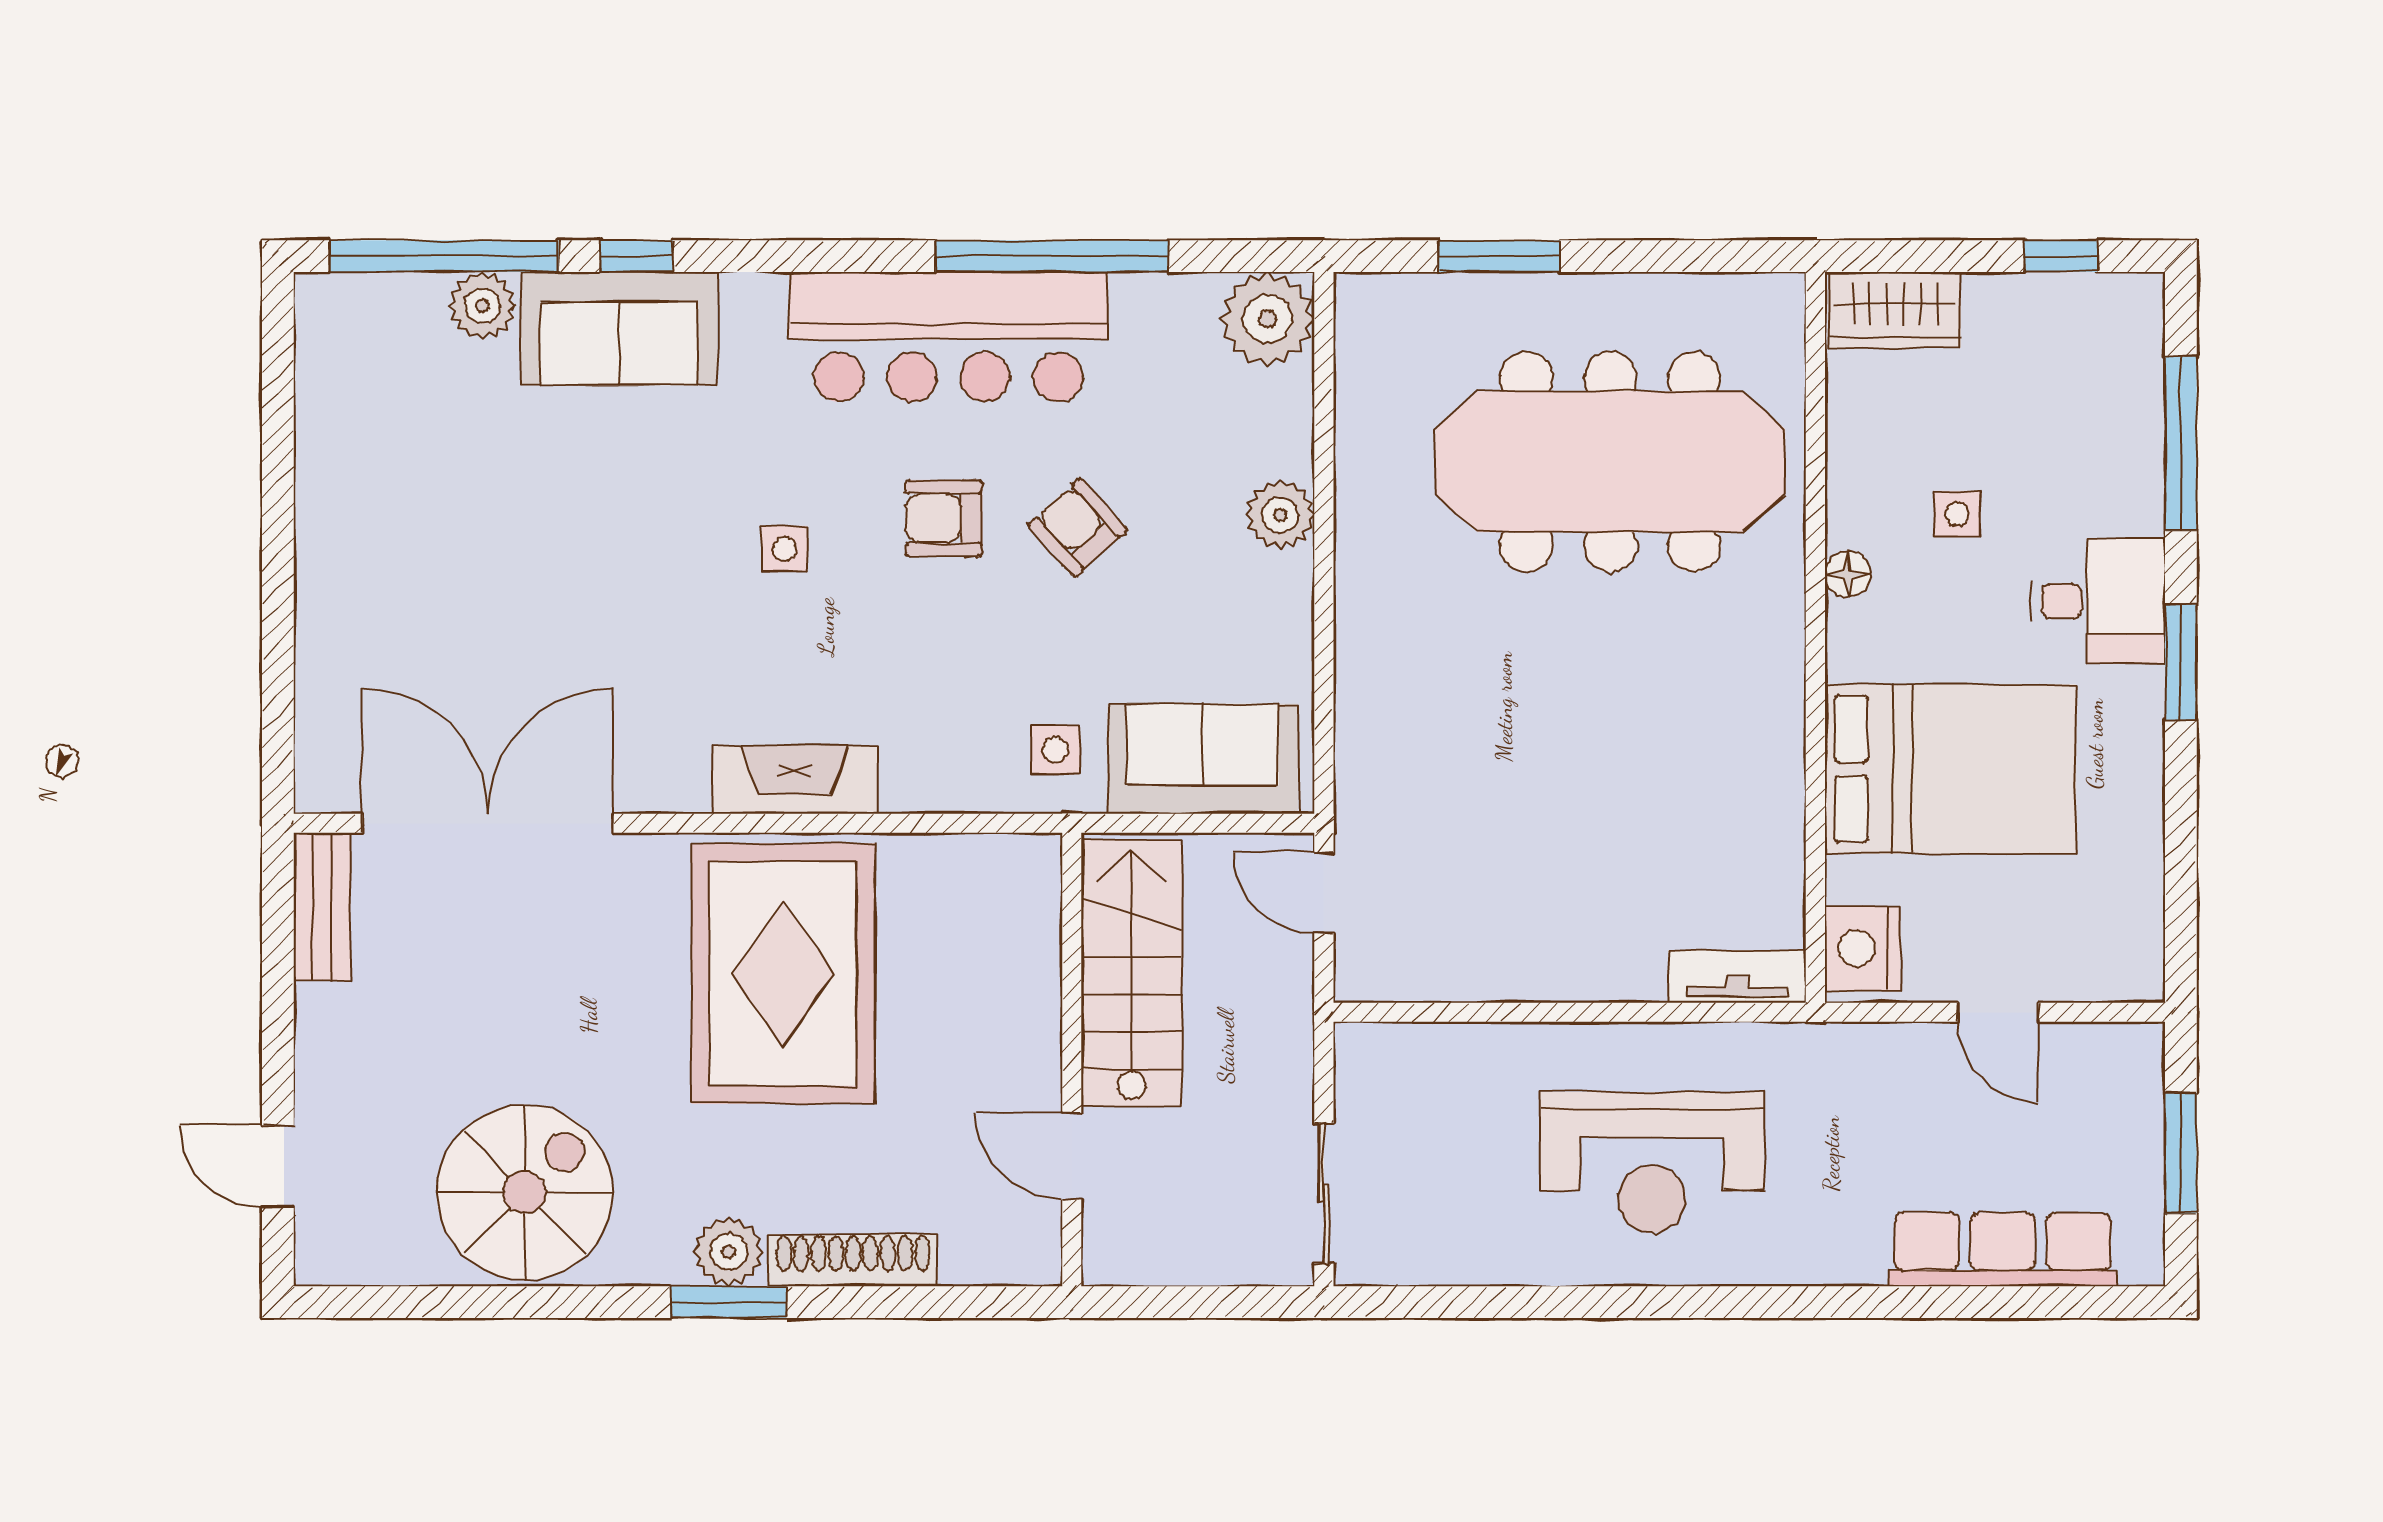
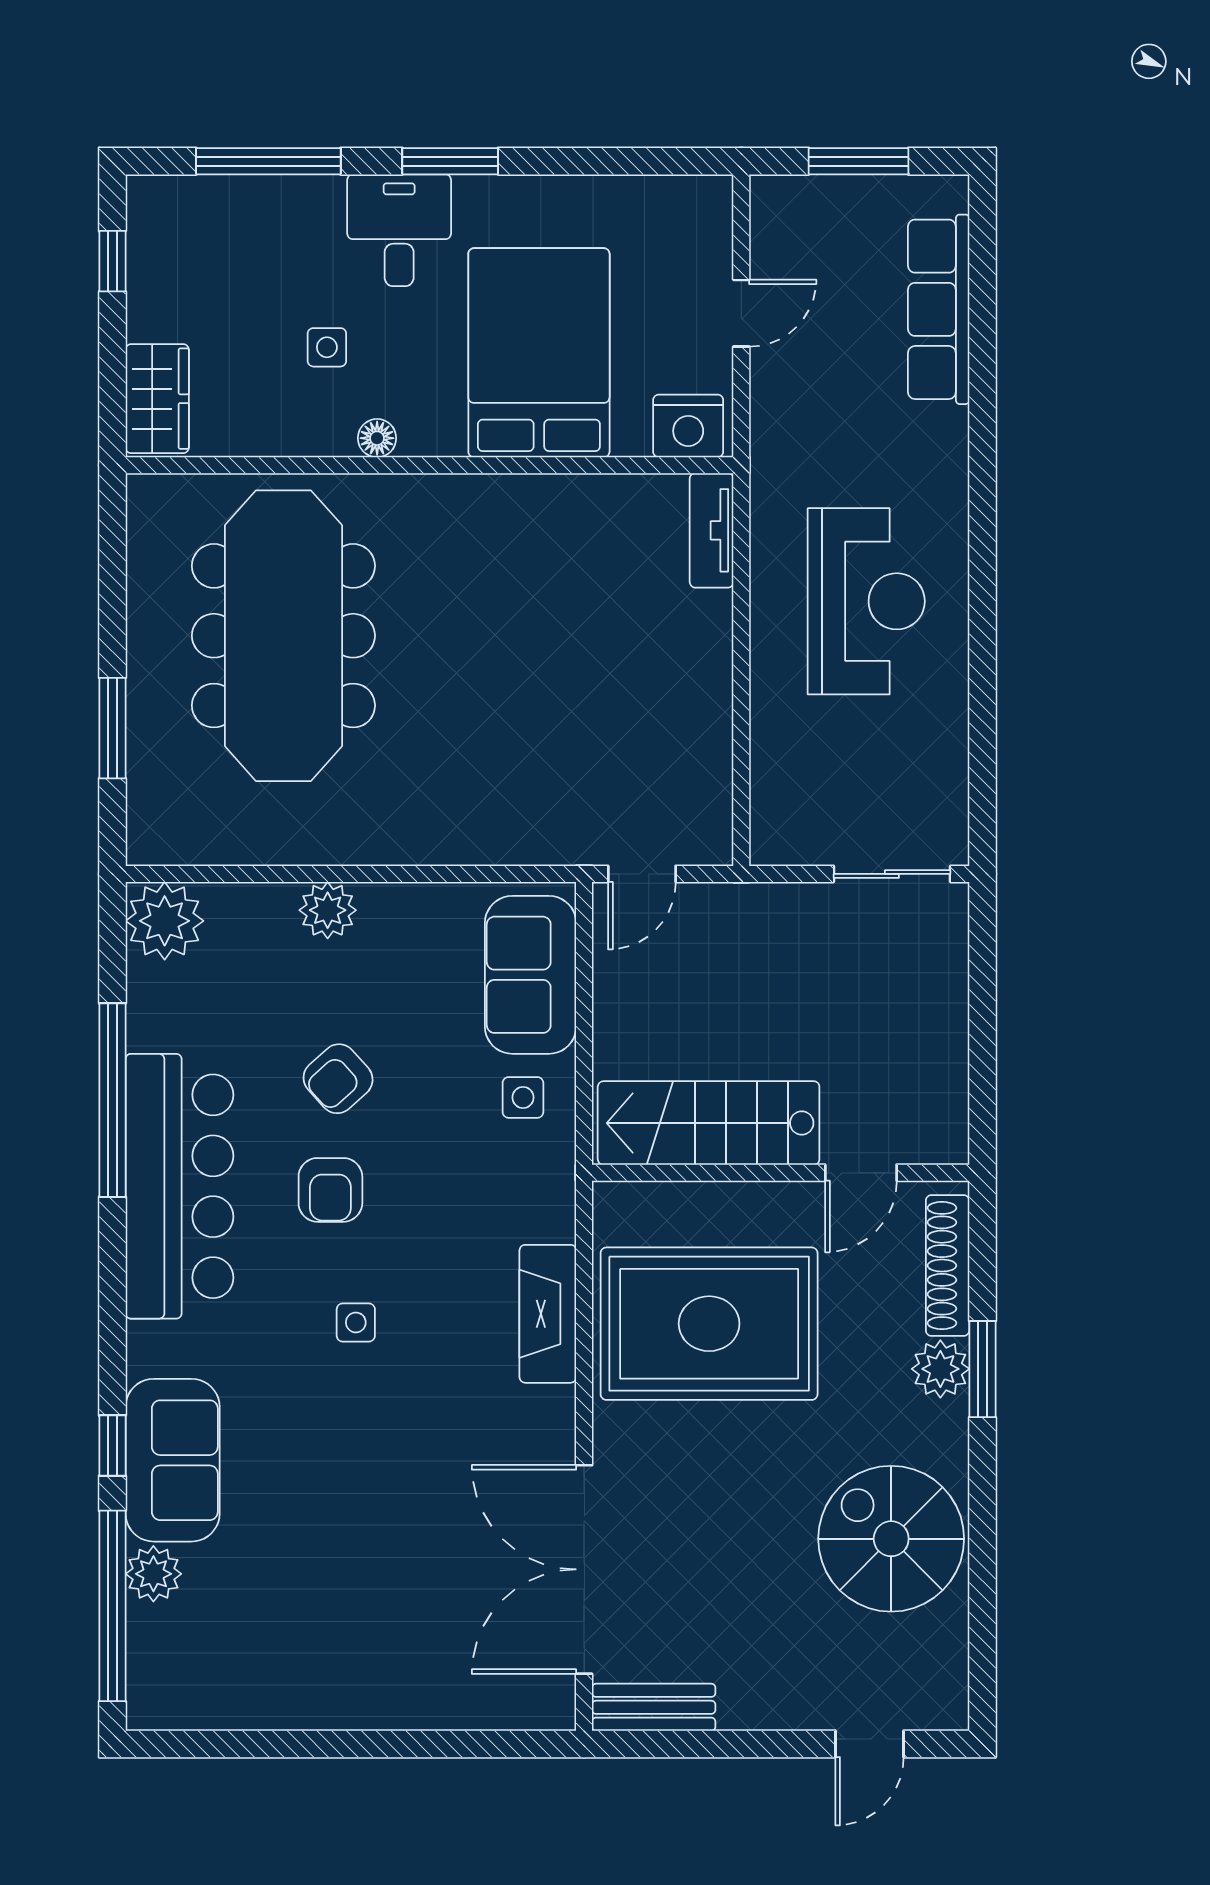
stairs: (1132, 973) -> (709, 1123), moved
wall: (1072, 1060) -> (781, 1173), moved
door: (1072, 1156) -> (861, 1173), moved

